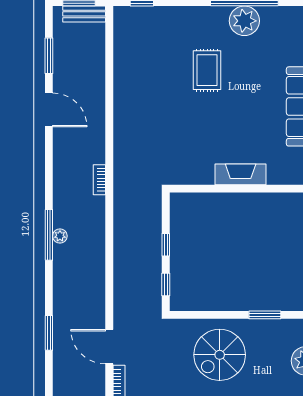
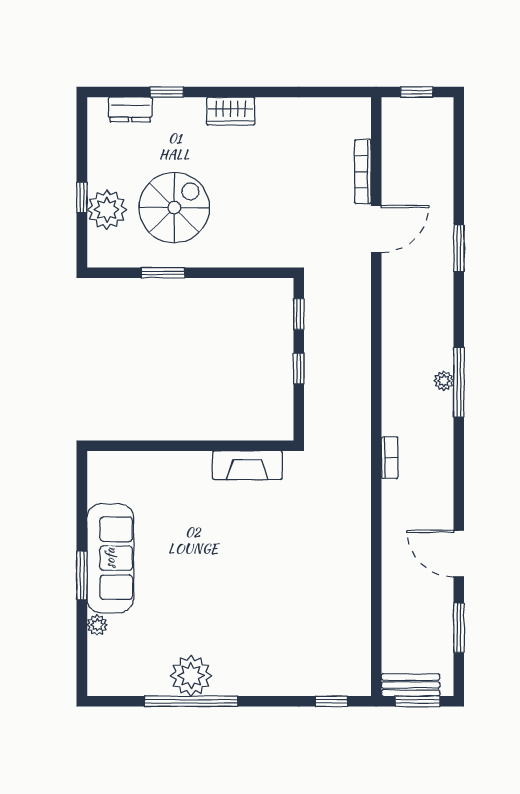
rug: (207, 70) -> (242, 608), removed
fireplace: (241, 174) -> (247, 465), moved
door: (109, 347) -> (376, 229), hinge flipped
spiral stairs: (220, 355) -> (174, 208), moved

